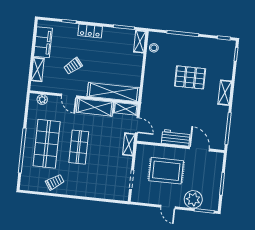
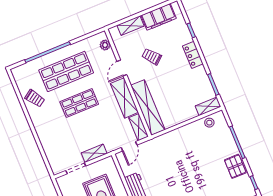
pallet: (190, 77) -> (235, 166), moved, width x0.67, depth x0.71
shelving: (129, 144) -> (94, 153), moved

